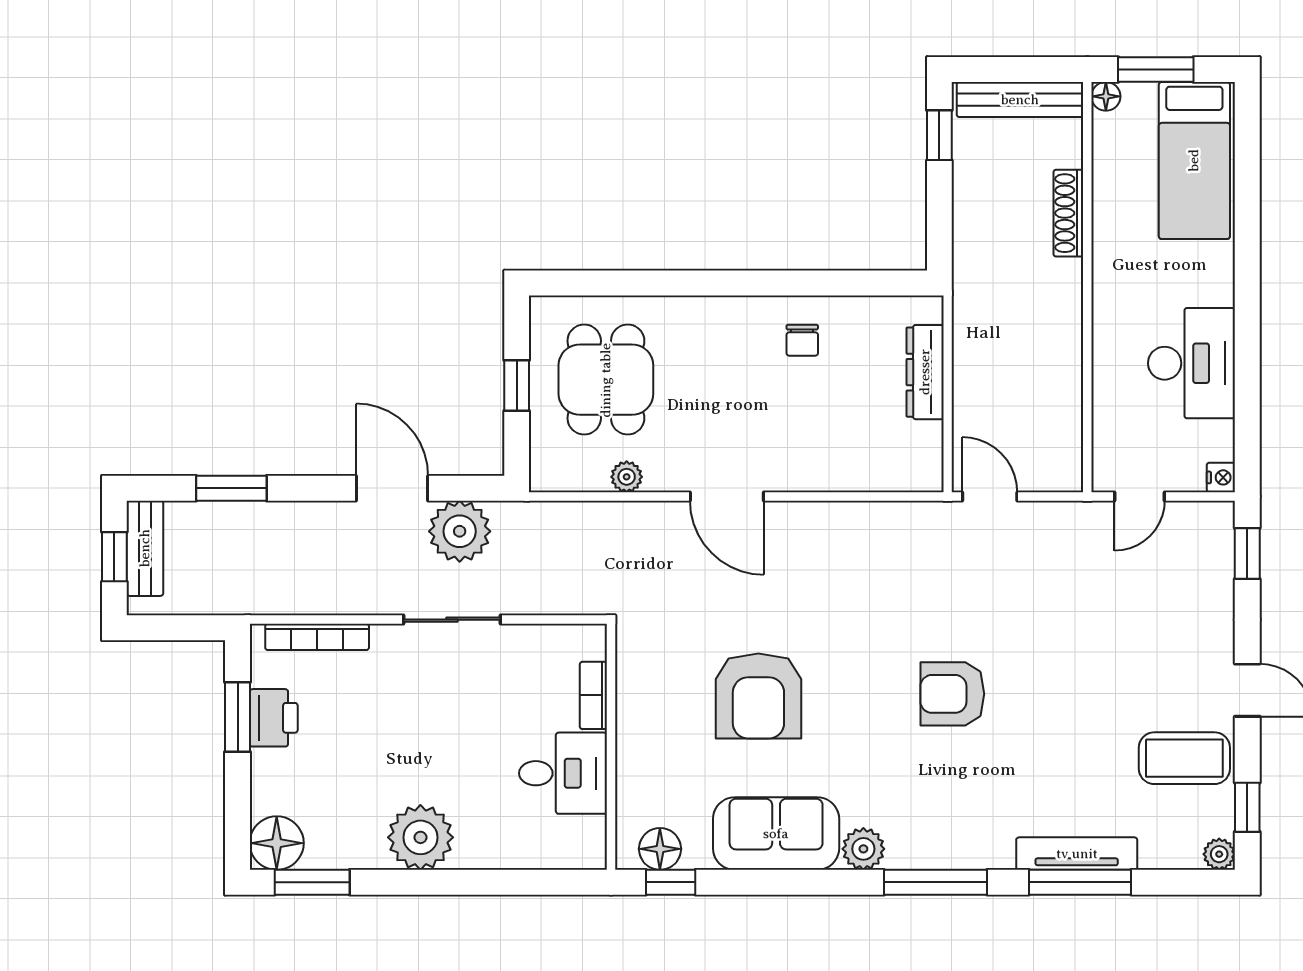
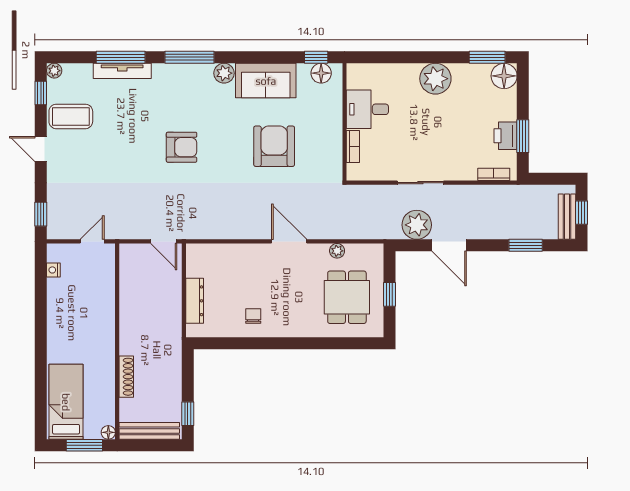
desk: (1192, 363) -> (67, 305), removed
nightstand: (1221, 477) -> (53, 270), moved
bookcase: (317, 637) -> (494, 174), width x0.64

